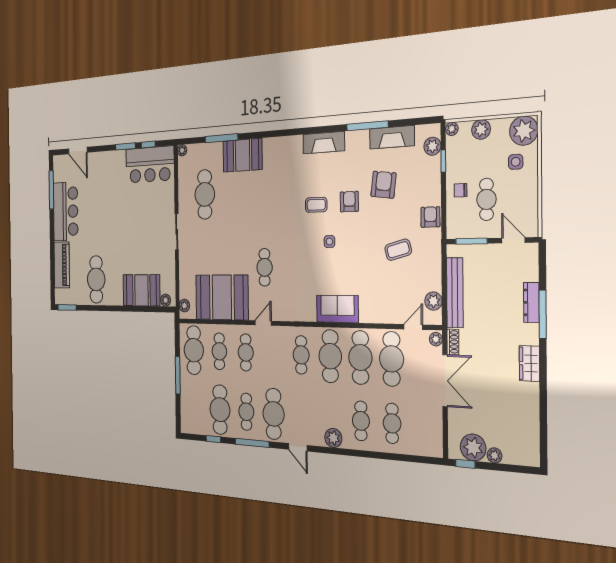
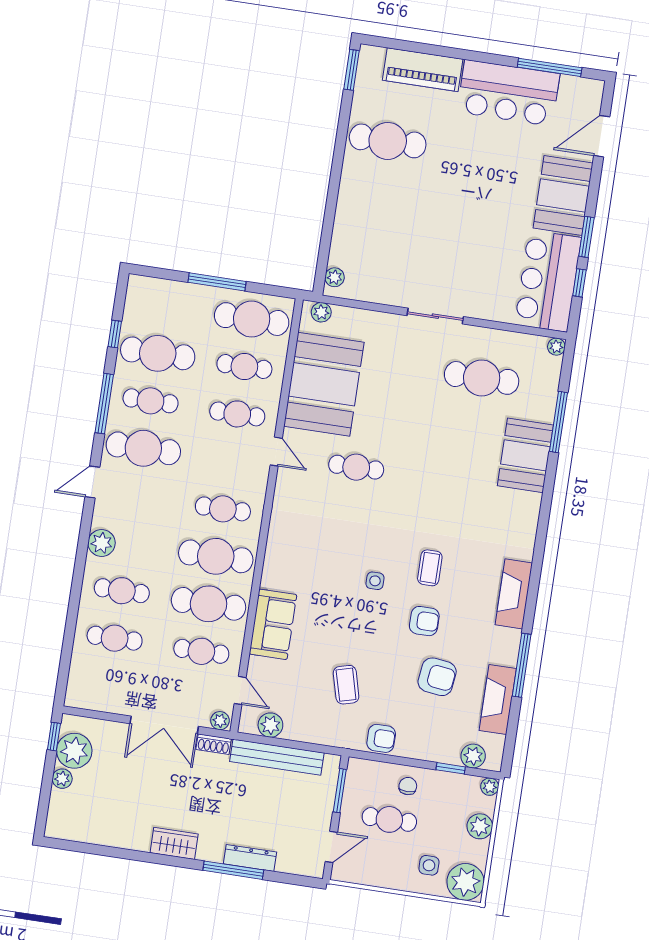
booth: (141, 290) -> (563, 196), moved
sofa: (337, 309) -> (273, 624), moved
cafe table: (392, 359) -> (201, 651), width x0.73, depth x0.74

